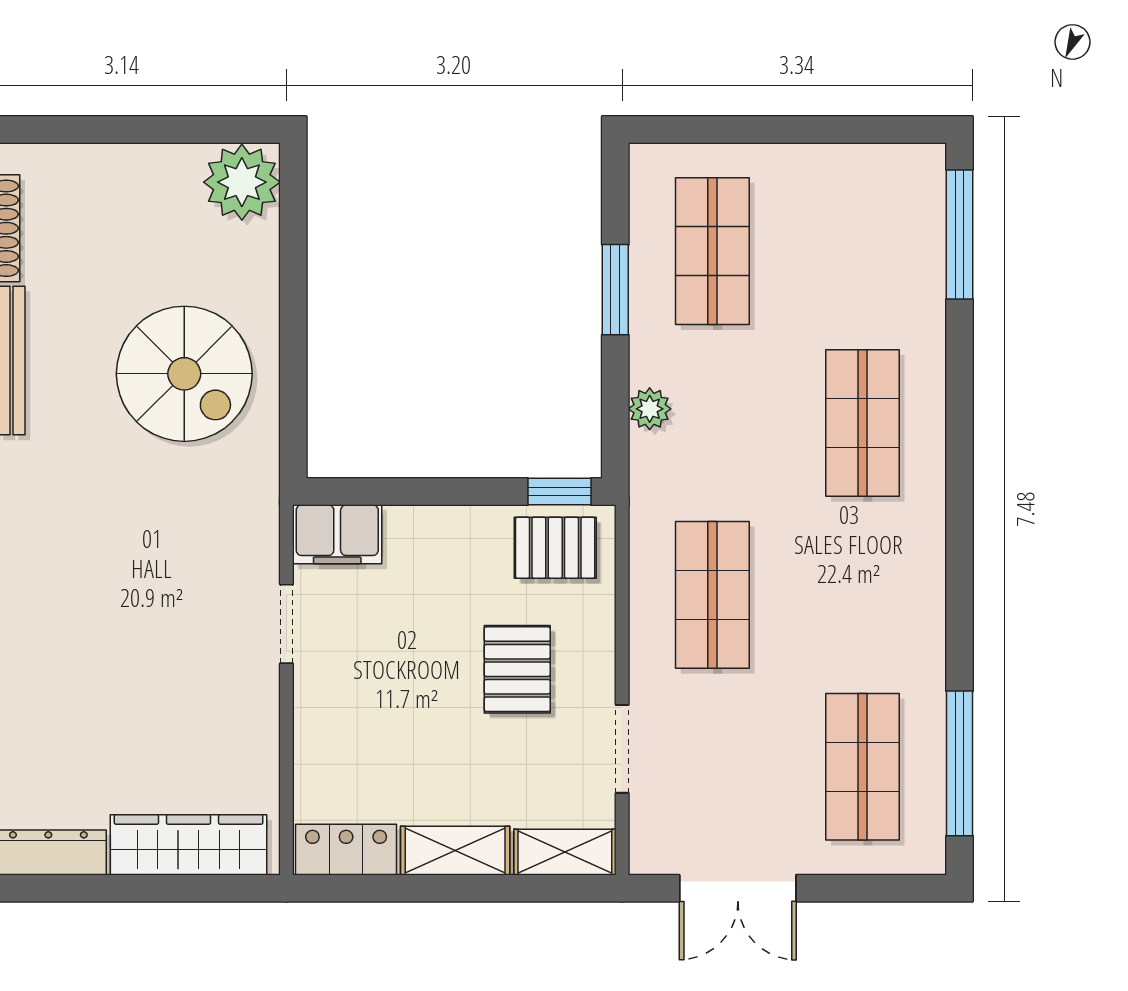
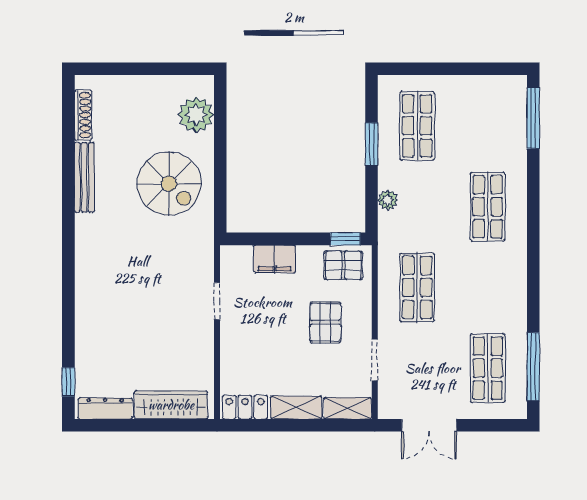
plant: (242, 182) -> (196, 115), moved
filing cabinet: (337, 534) -> (275, 259), moved

